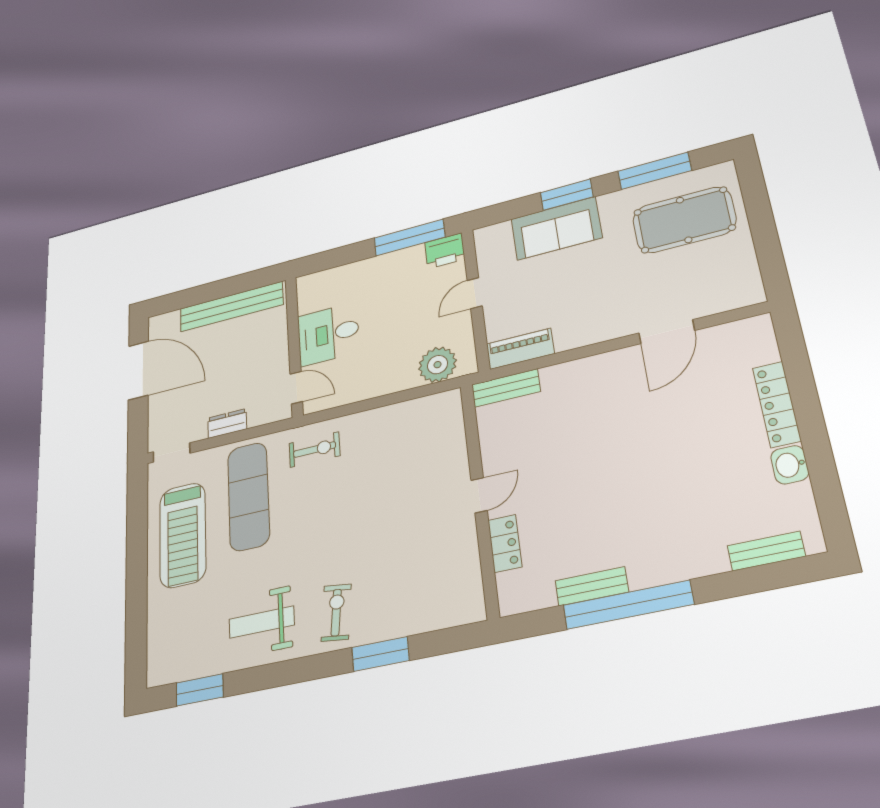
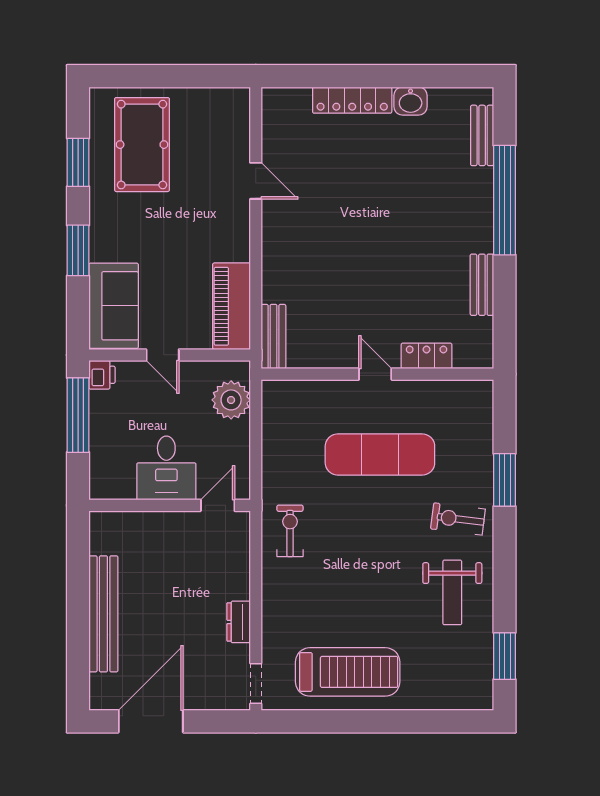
window: (654, 171) -> (78, 162), width x0.69
sofa: (556, 228) -> (114, 306), moved
printer: (445, 251) -> (102, 375), width x0.73, depth x0.81
door: (667, 332) -> (256, 181), width x0.73
desk: (328, 334) -> (166, 468), moved
wall: (294, 346) -> (170, 505), moved
piano: (520, 349) -> (231, 306), width x1.37, depth x1.33
door: (296, 388) -> (218, 505), moved
exercise mat: (248, 496) -> (380, 455), moved
window: (628, 605) -> (505, 200), moved

